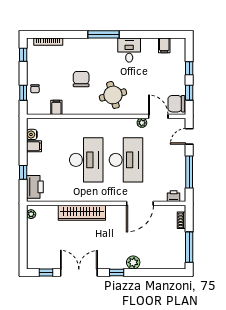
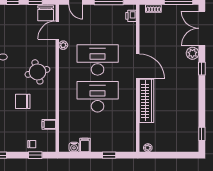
printer: (35, 187) -> (123, 144), removed
door: (140, 203) -> (138, 66), moved
double door: (79, 273) -> (202, 28), moved

